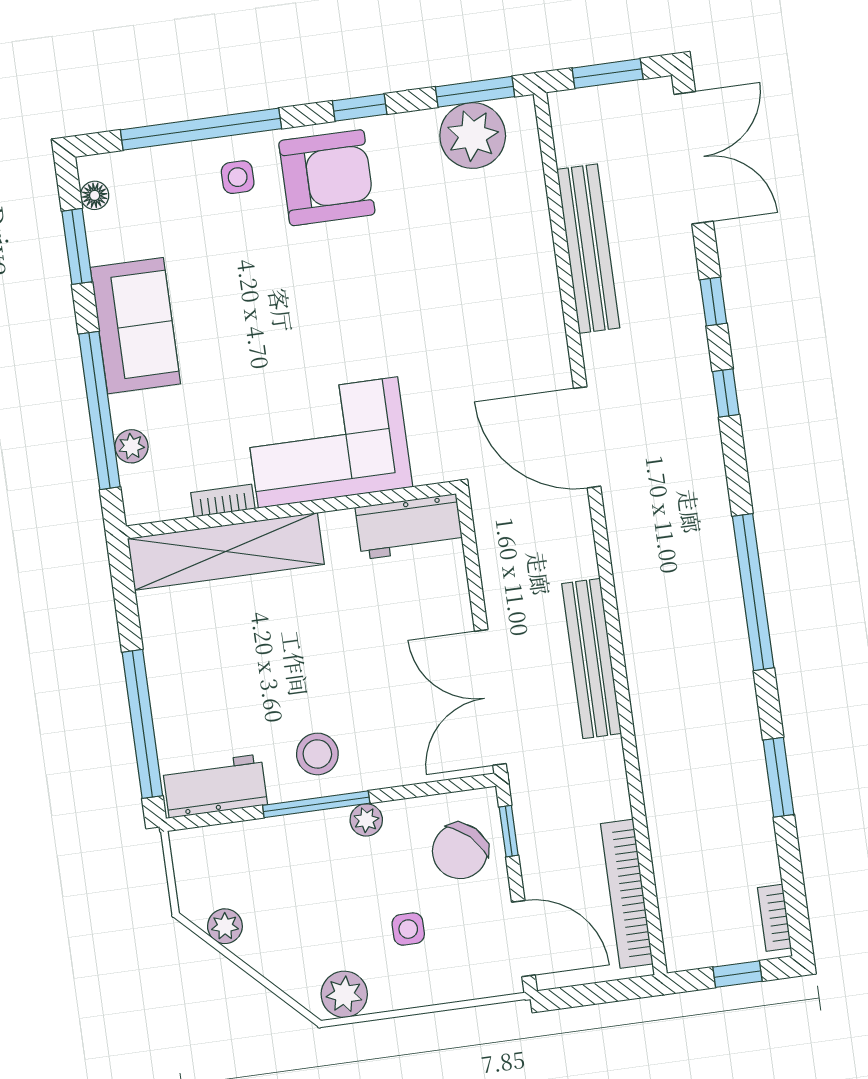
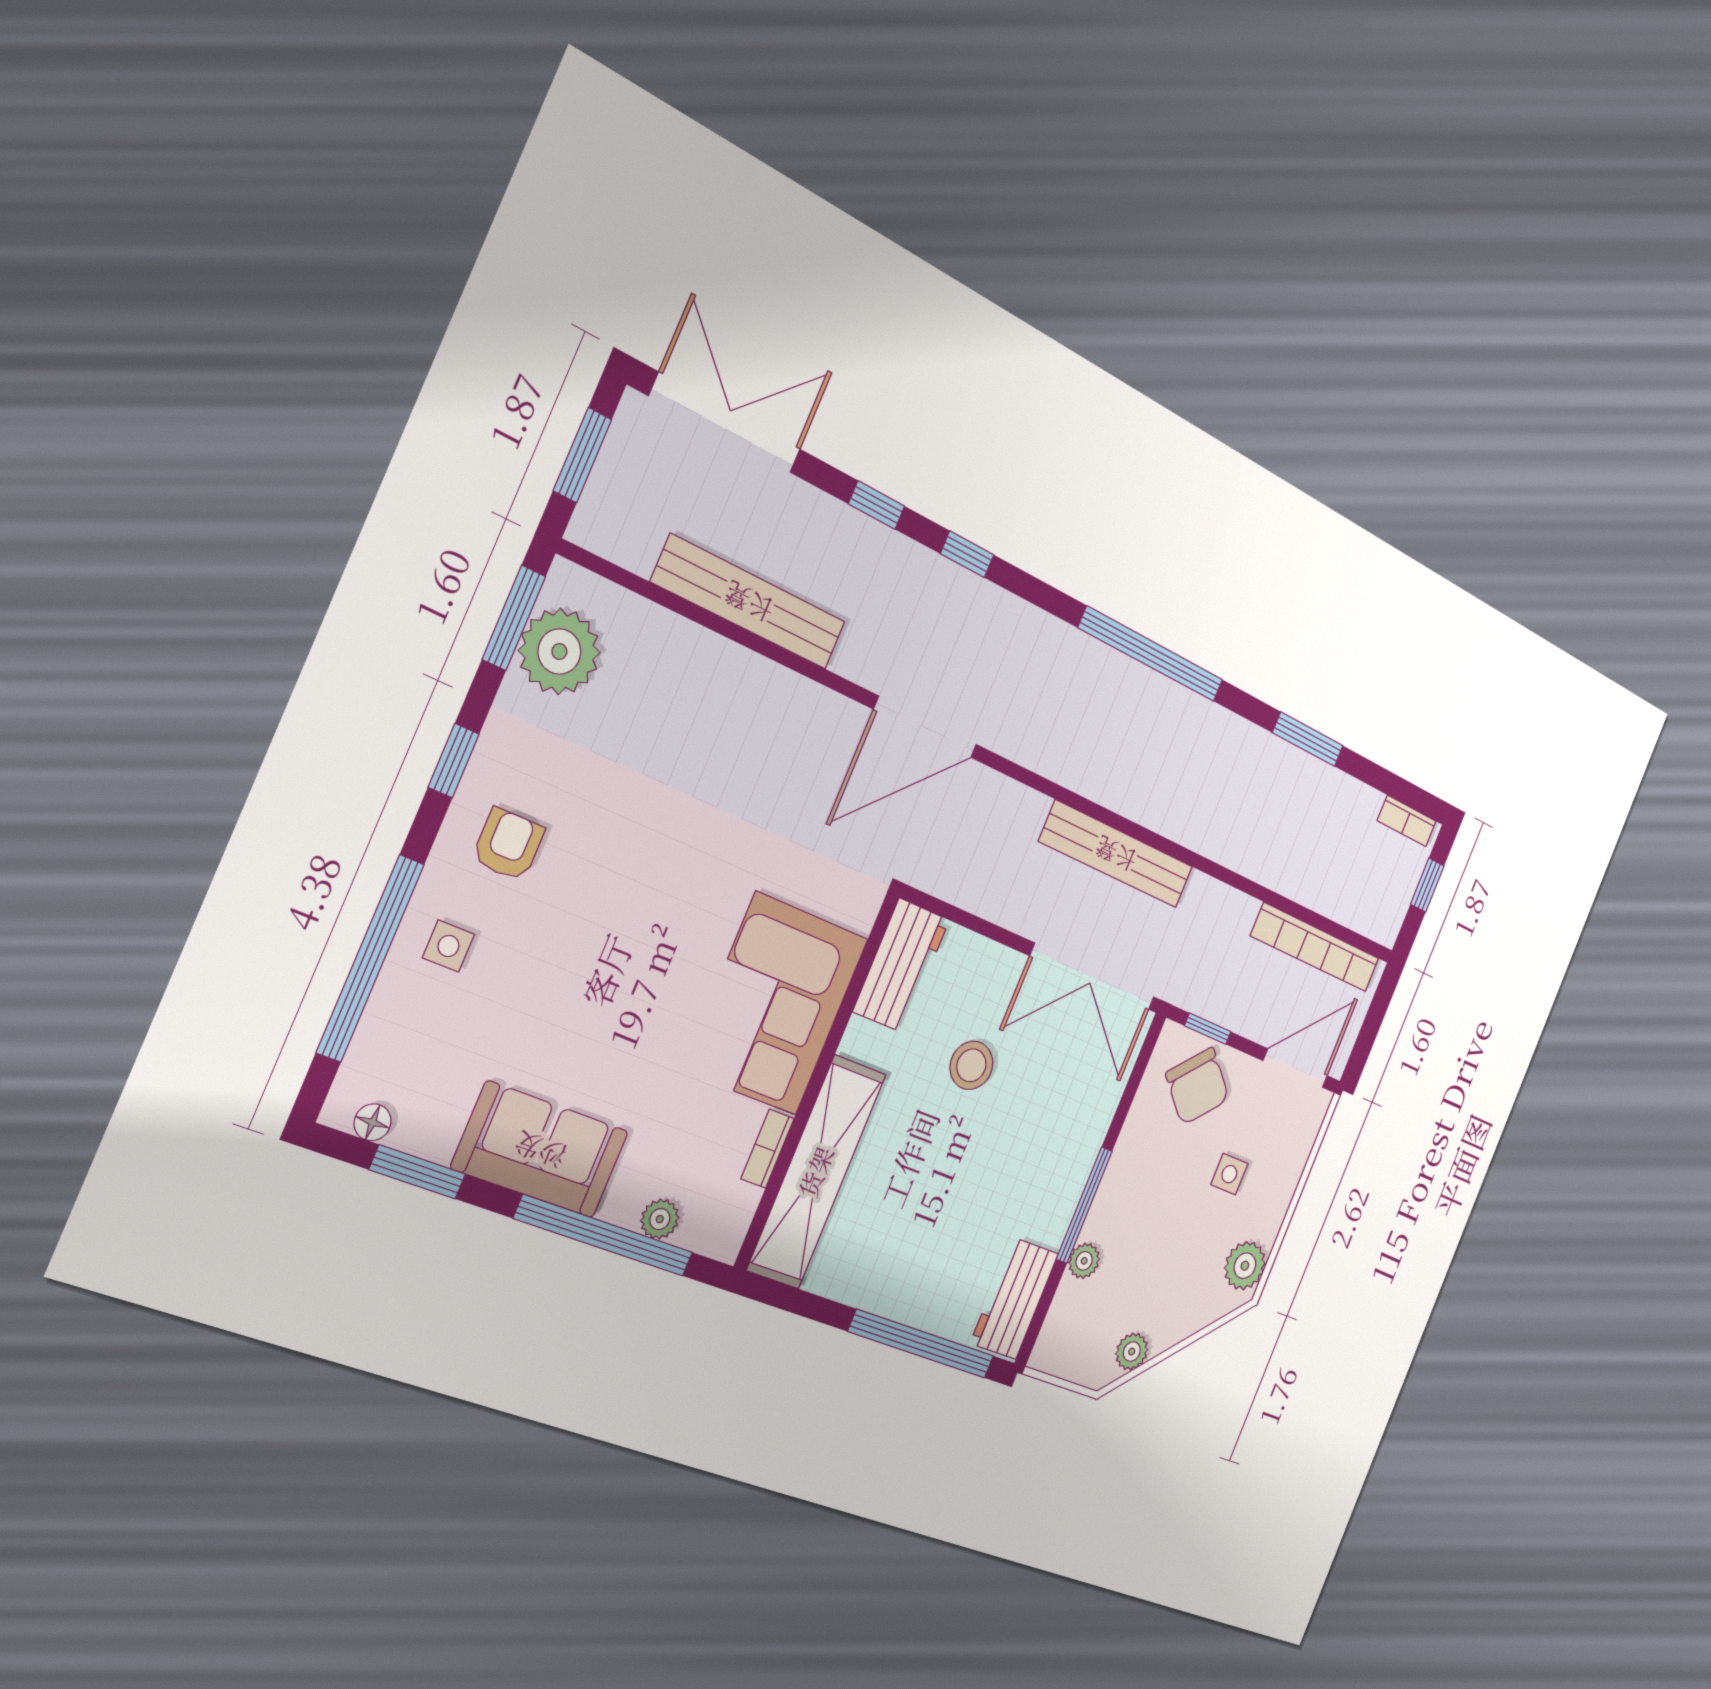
armchair: (327, 178) -> (508, 845), width x0.53, depth x0.53
stool: (317, 754) -> (971, 1065), moved
plant: (366, 820) -> (1084, 1261), moved

